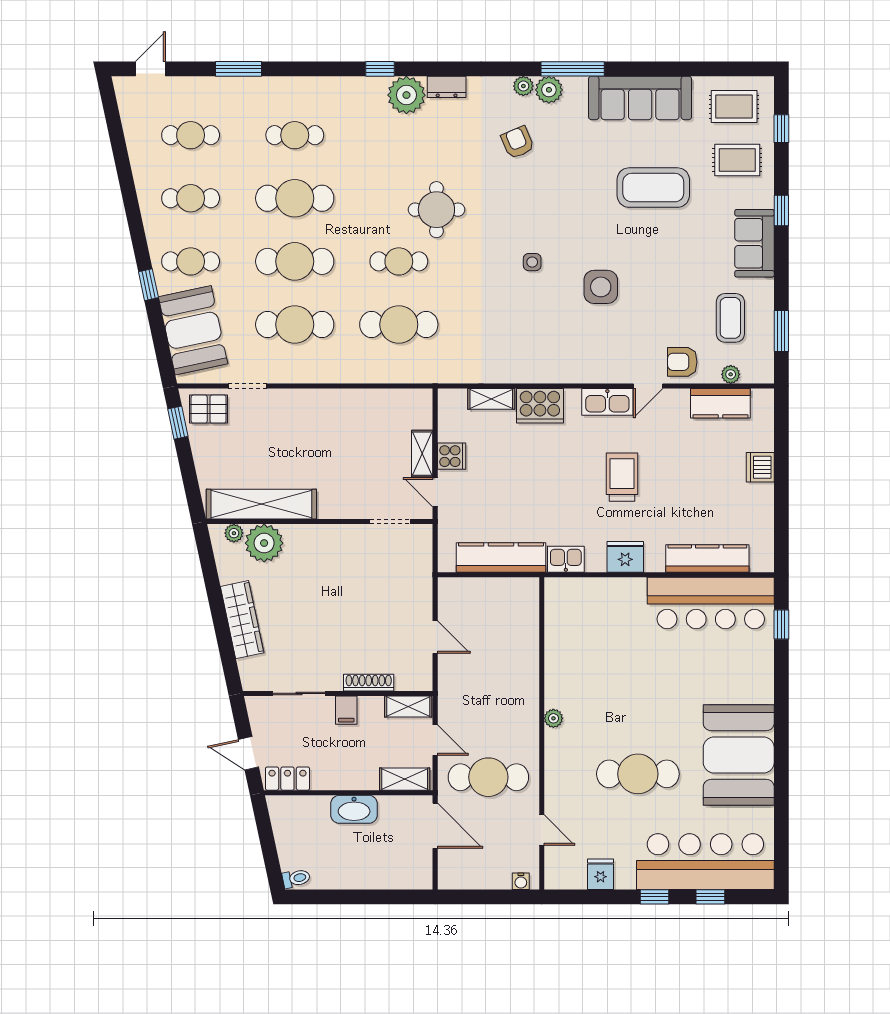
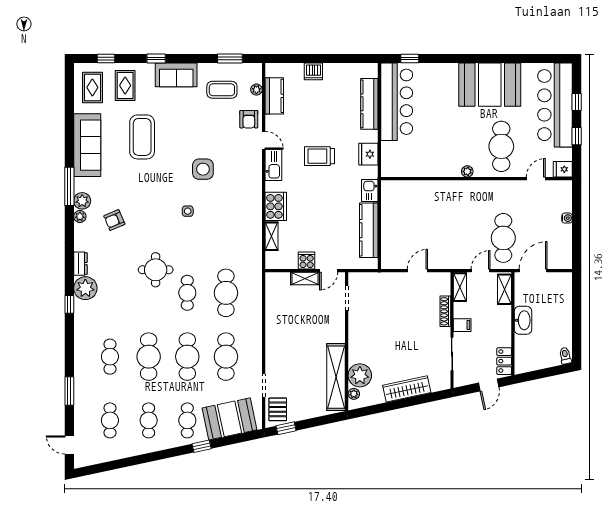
plant: (553, 718) -> (467, 171), moved
wall: (542, 733) -> (476, 179), moved
door: (542, 830) -> (536, 179), moved

